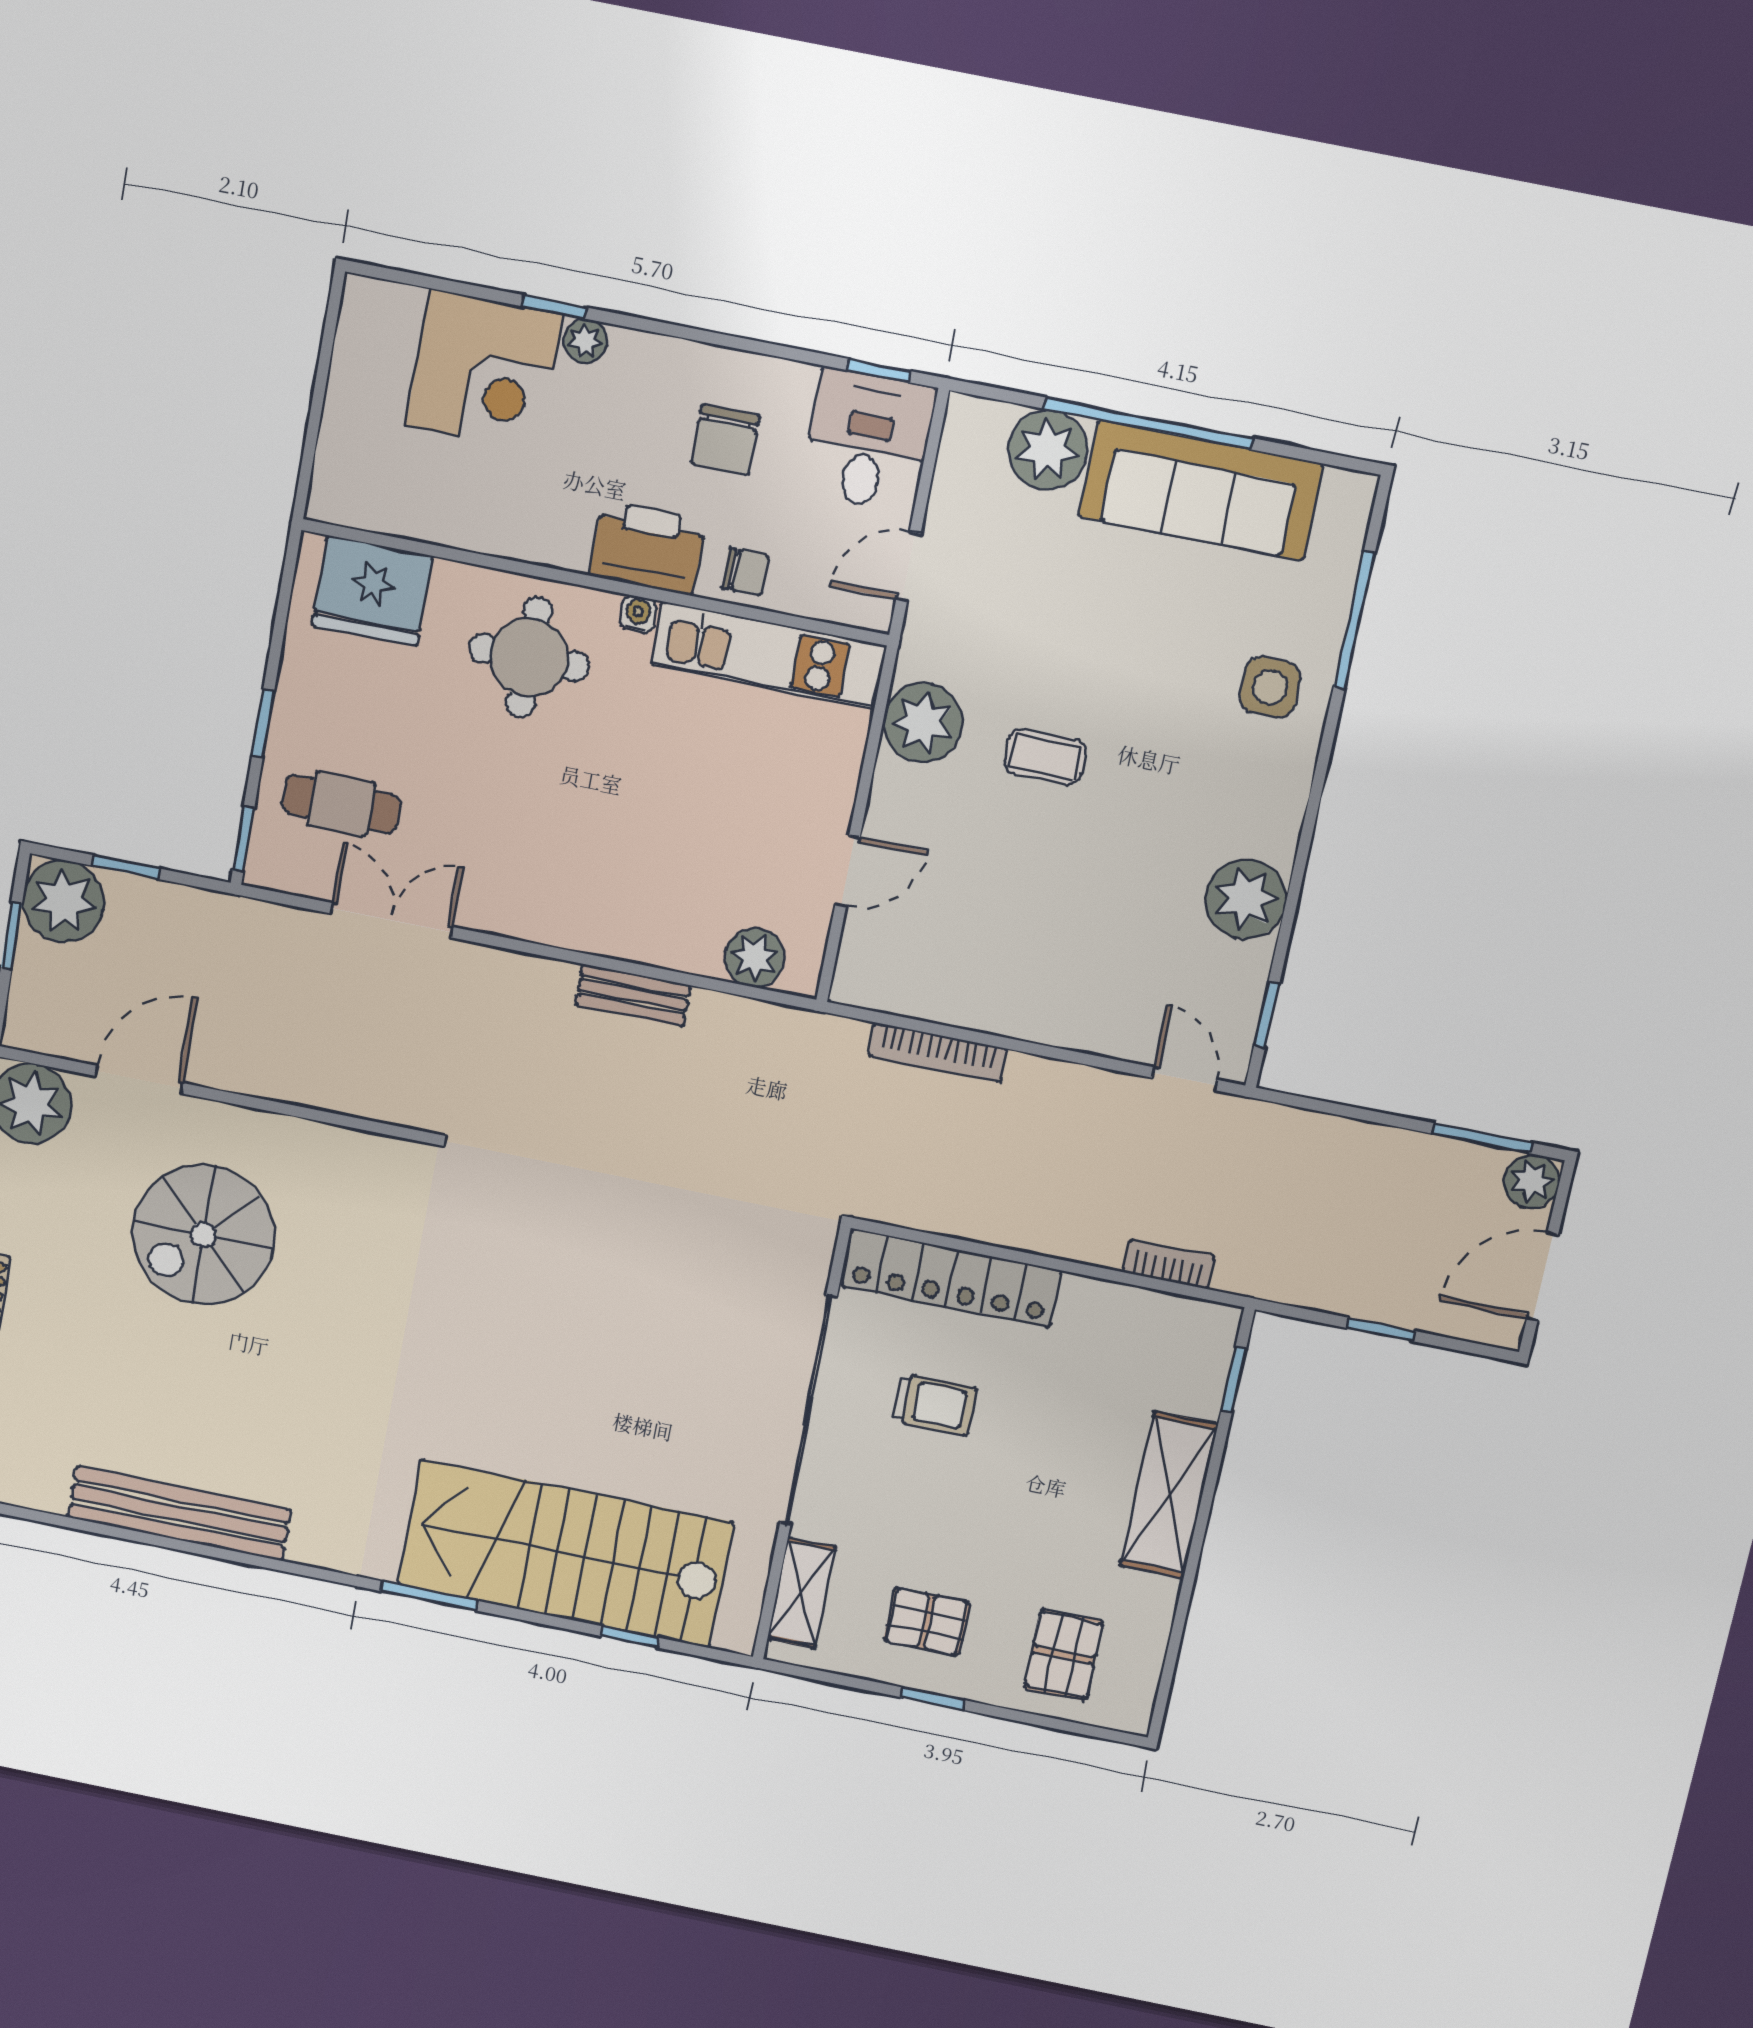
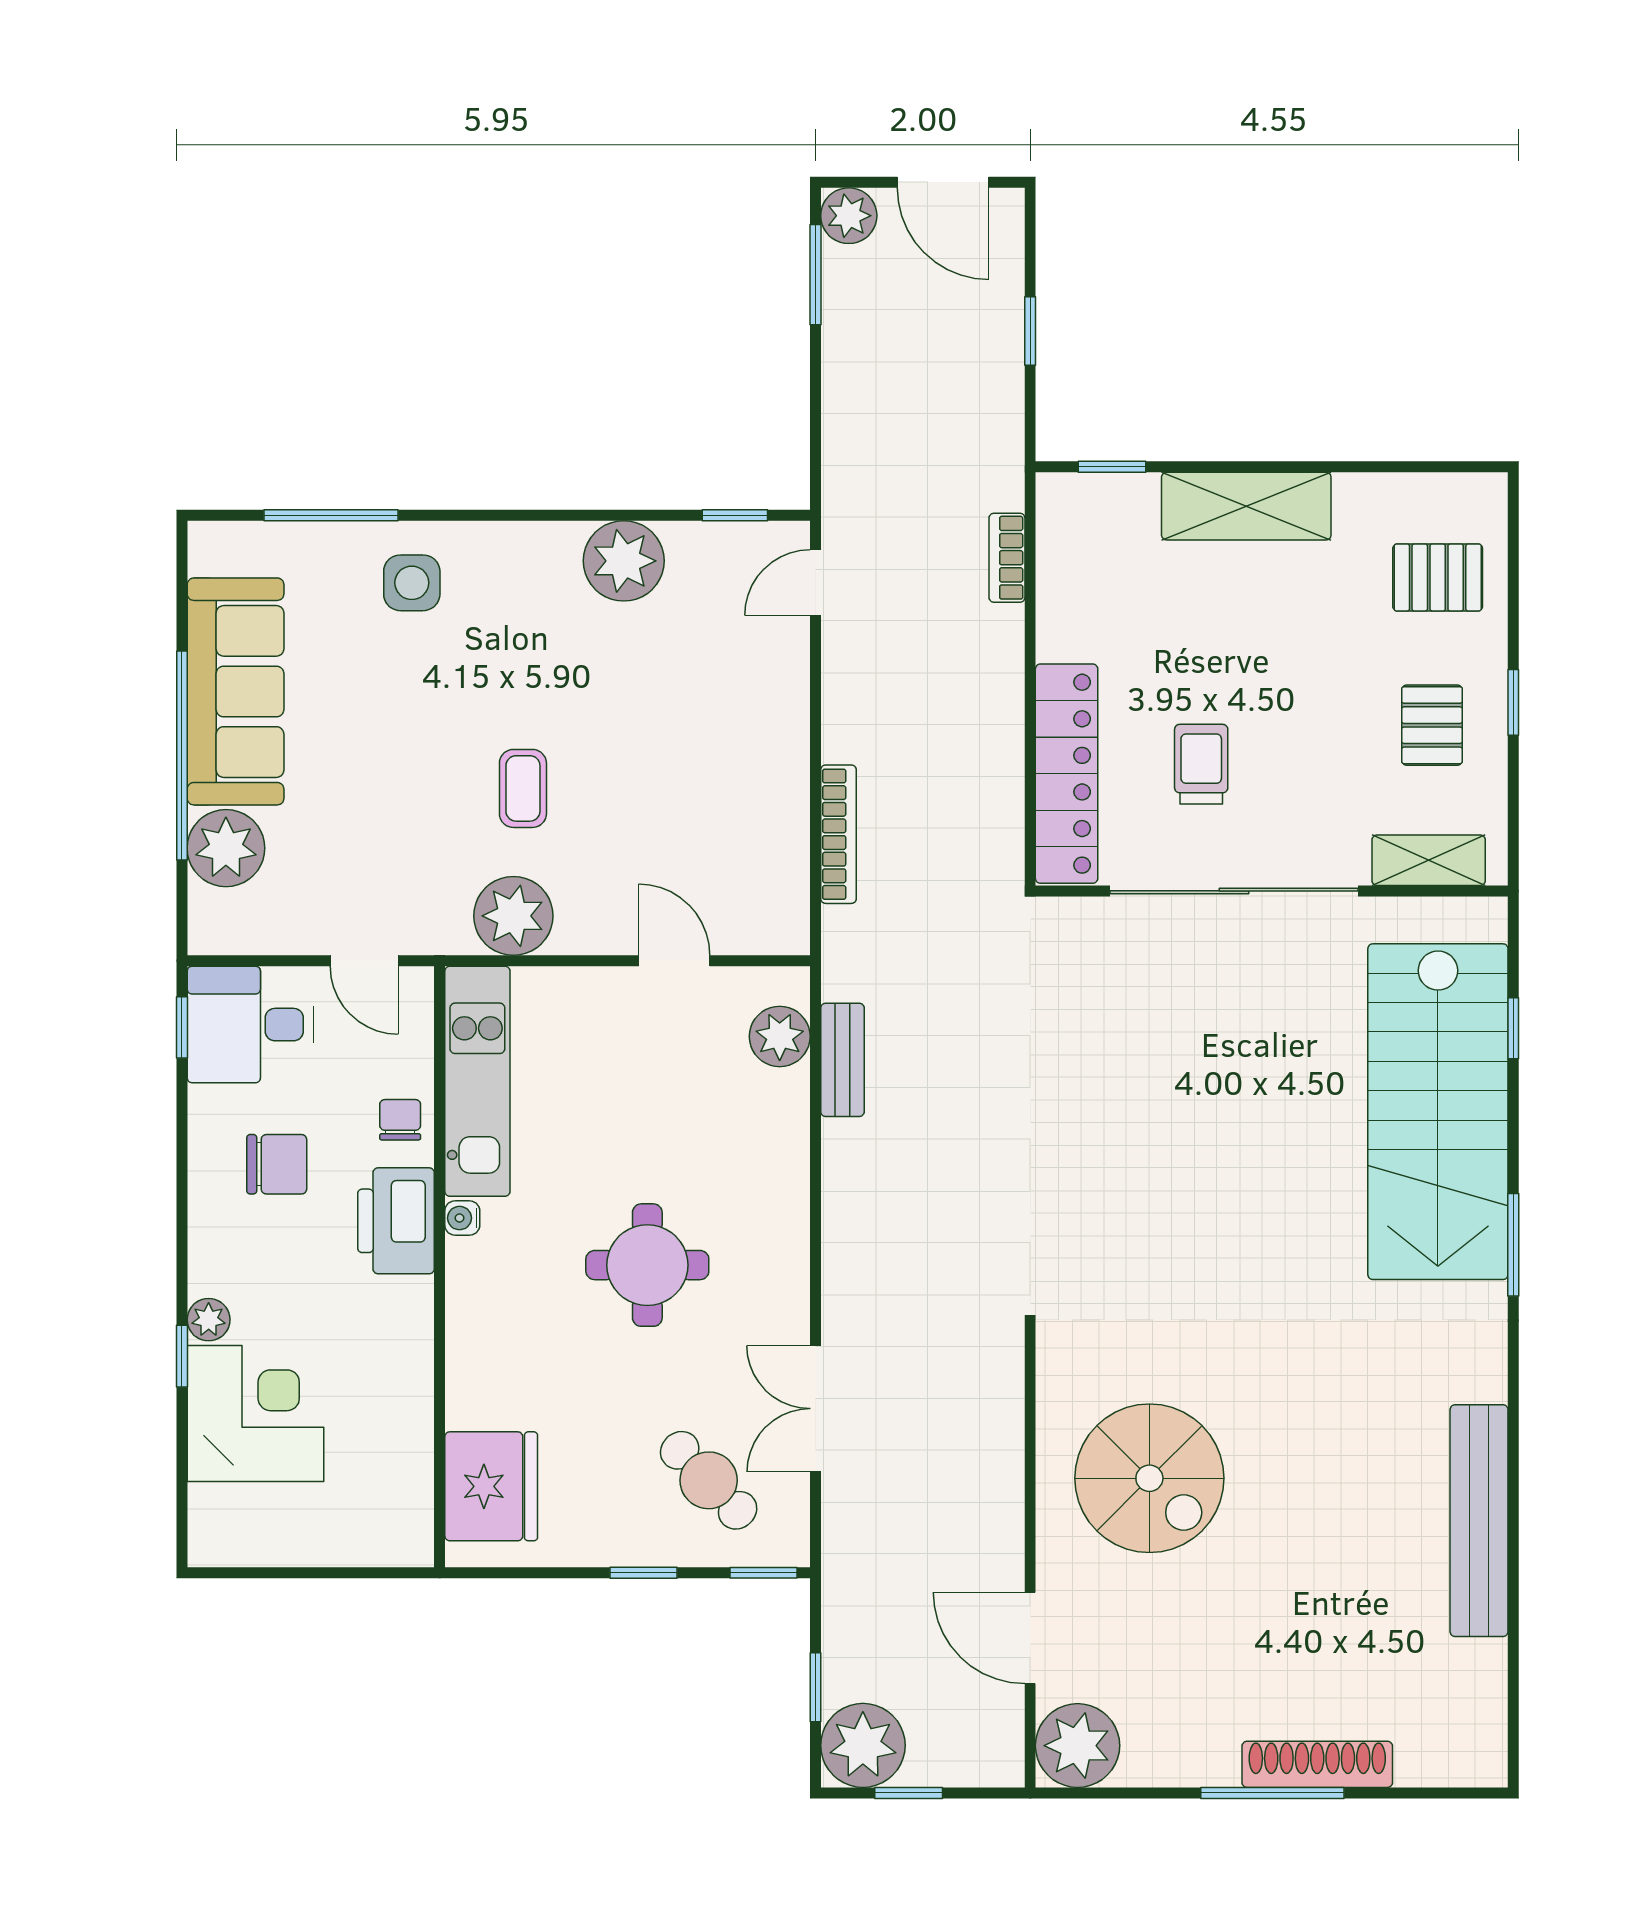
round table: (529, 657) -> (647, 1265), moved
cafe table: (341, 804) -> (709, 1480), turned -44
bench: (633, 995) -> (842, 1060), moved
spiral stairs: (203, 1235) -> (1149, 1478), moved

